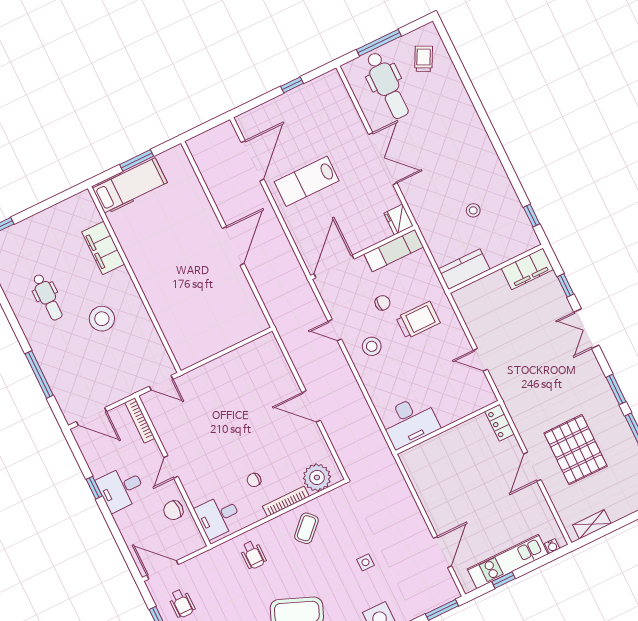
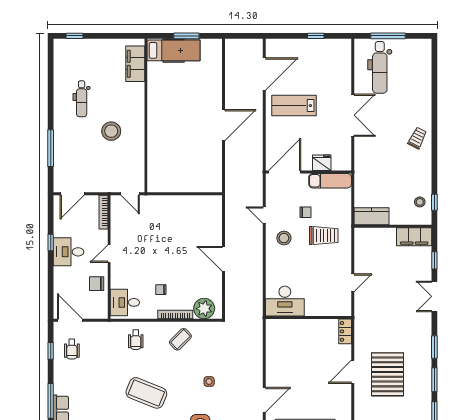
trolley: (424, 59) -> (417, 138), moved
stool: (473, 210) -> (420, 202), moved
fridge: (399, 220) -> (322, 163), moved, turned 90
filing cabinet: (103, 248) -> (135, 64), moved
door: (480, 360) -> (353, 283), swing flipped
door: (91, 417) -> (72, 194), hinge flipped

